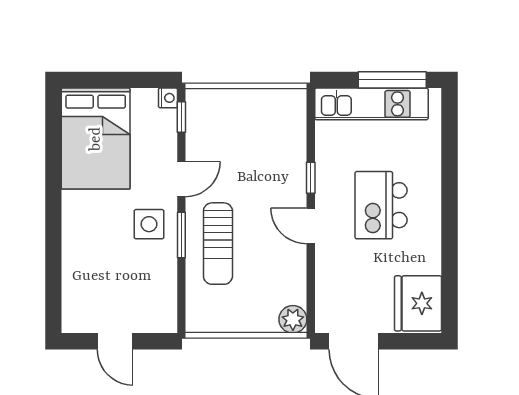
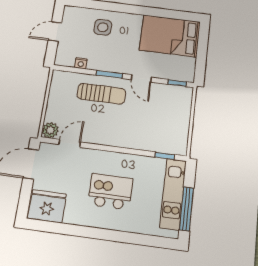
nightstand: (168, 98) -> (81, 63), moved
window: (311, 178) -> (165, 156), moved
side table: (149, 224) -> (103, 27), moved
door: (311, 226) -> (70, 143), moved
sun lounger: (218, 244) -> (101, 94), turned 180

